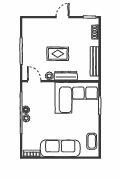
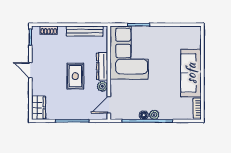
wardrobe: (32, 24) -> (38, 108), added
coffee table: (92, 141) -> (182, 35), removed

